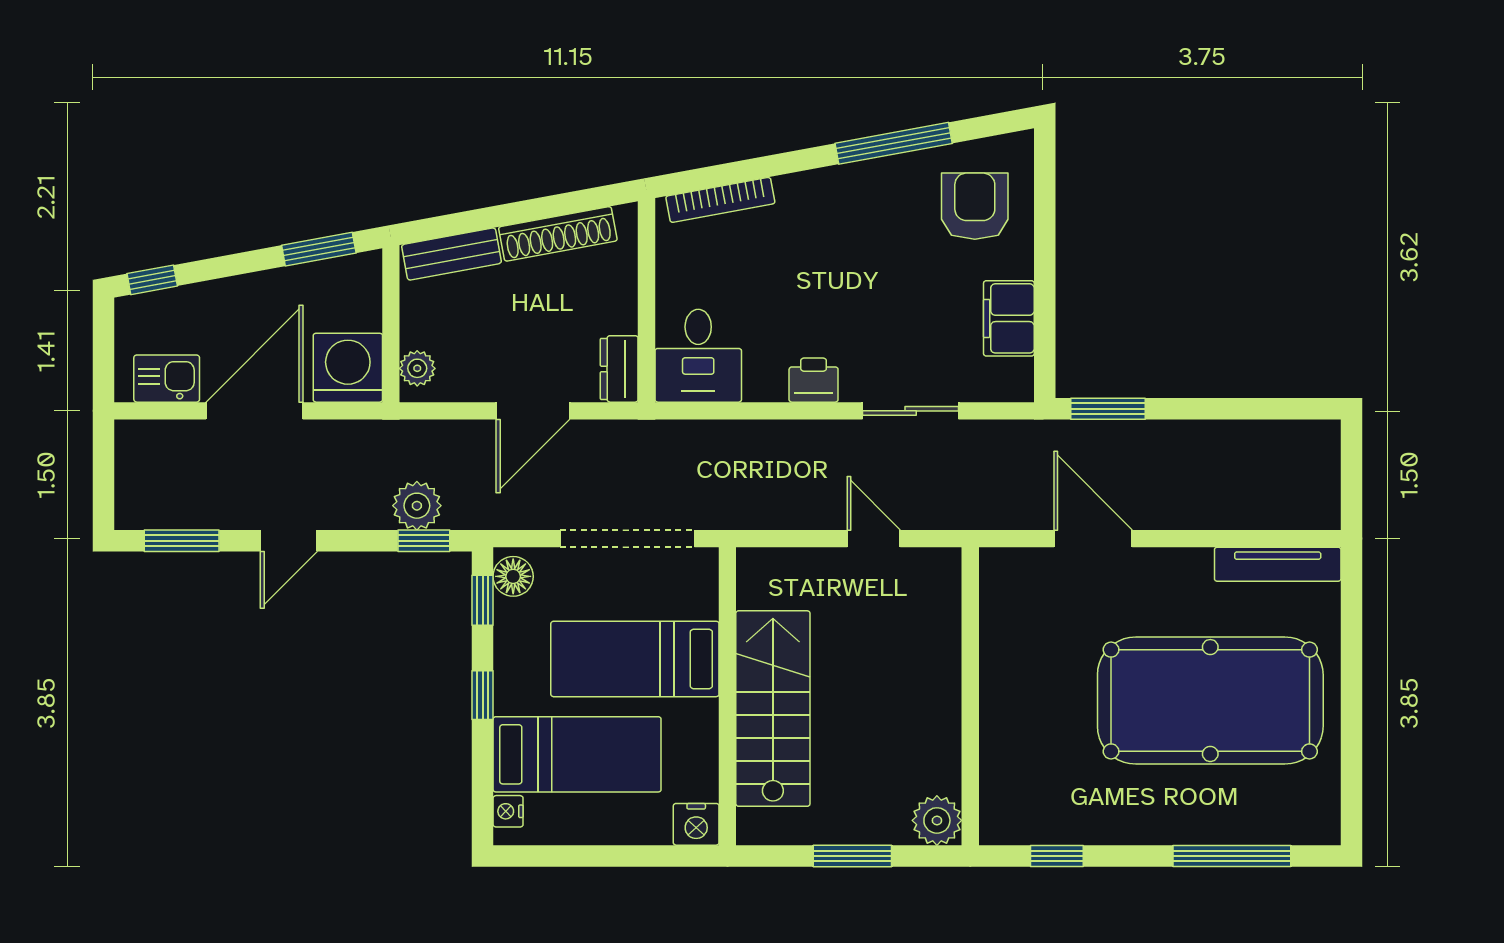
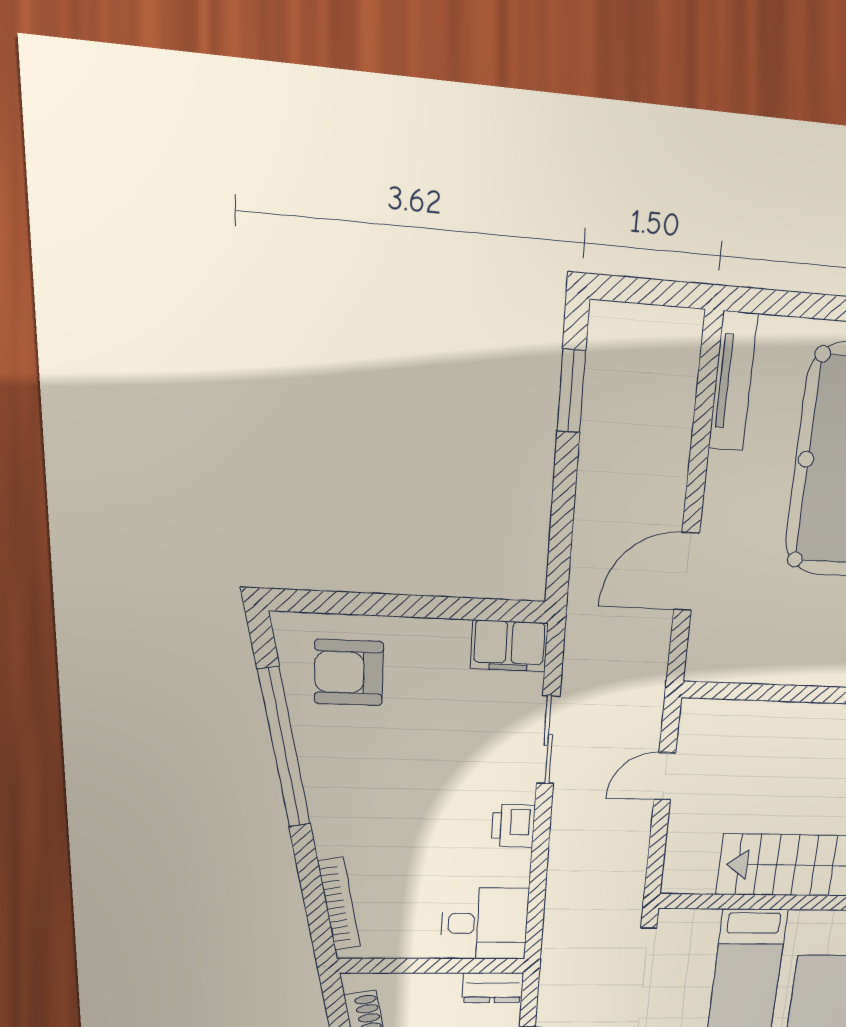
window: (894, 143) -> (284, 748), width x1.46
filing cabinet: (1009, 318) -> (509, 646), moved
window: (1108, 409) -> (571, 391), moved

